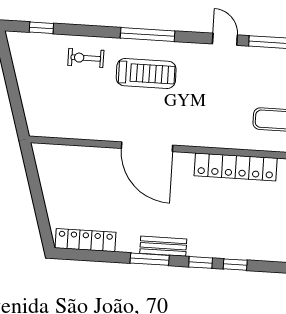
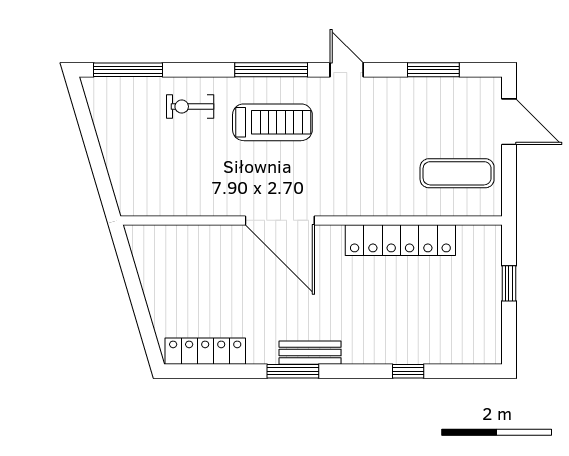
window: (41, 28) -> (128, 70), width x2.17
door: (225, 39) -> (347, 70), moved
window: (201, 262) -> (361, 371), removed

